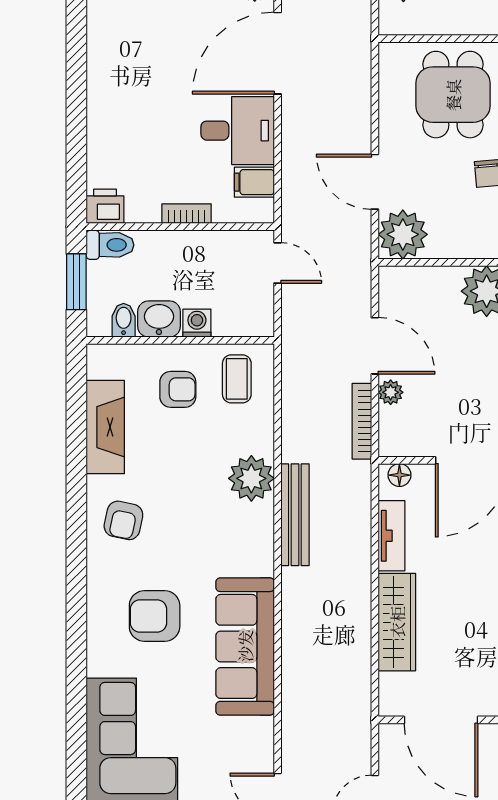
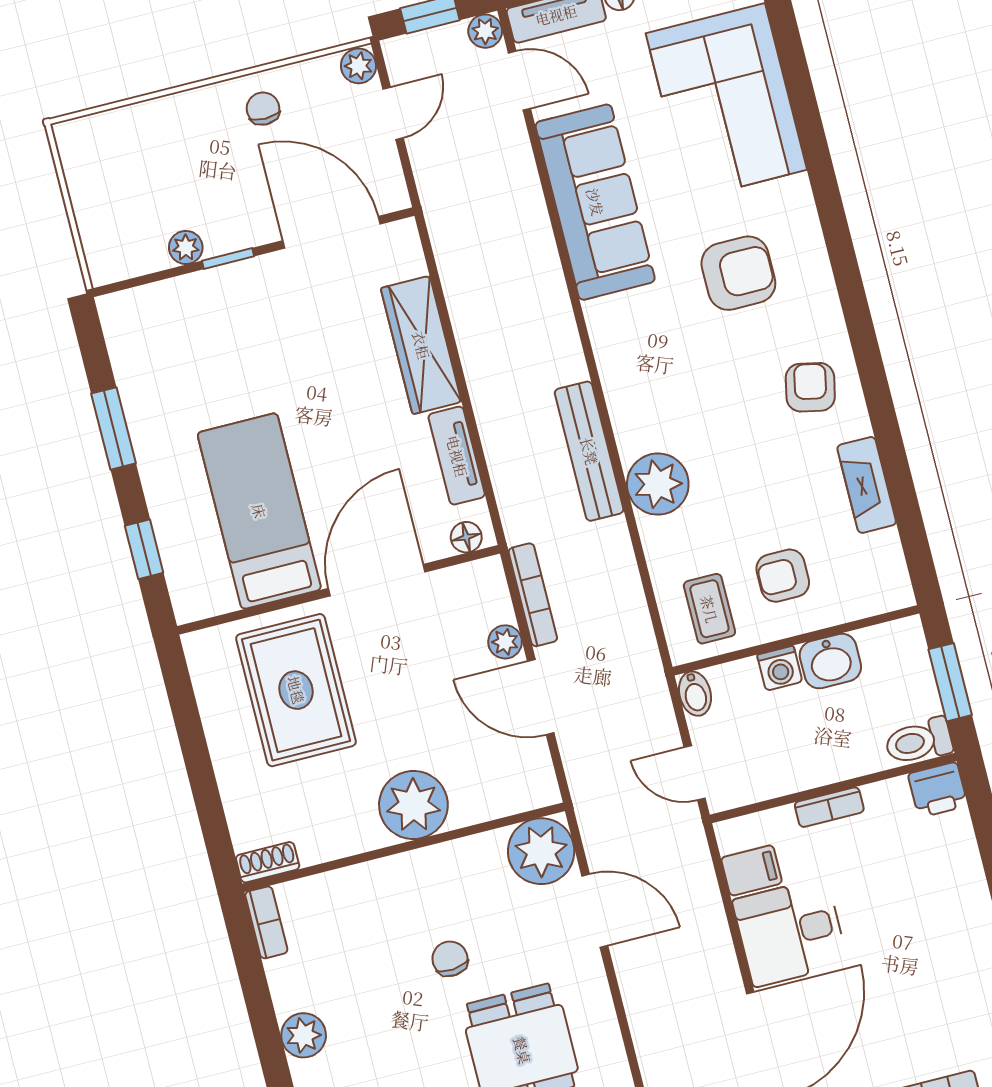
bidet: (124, 320) -> (695, 694), moved
fireplace: (105, 427) -> (867, 485), width x0.73, depth x0.76
sofa: (245, 646) -> (595, 202), moved

